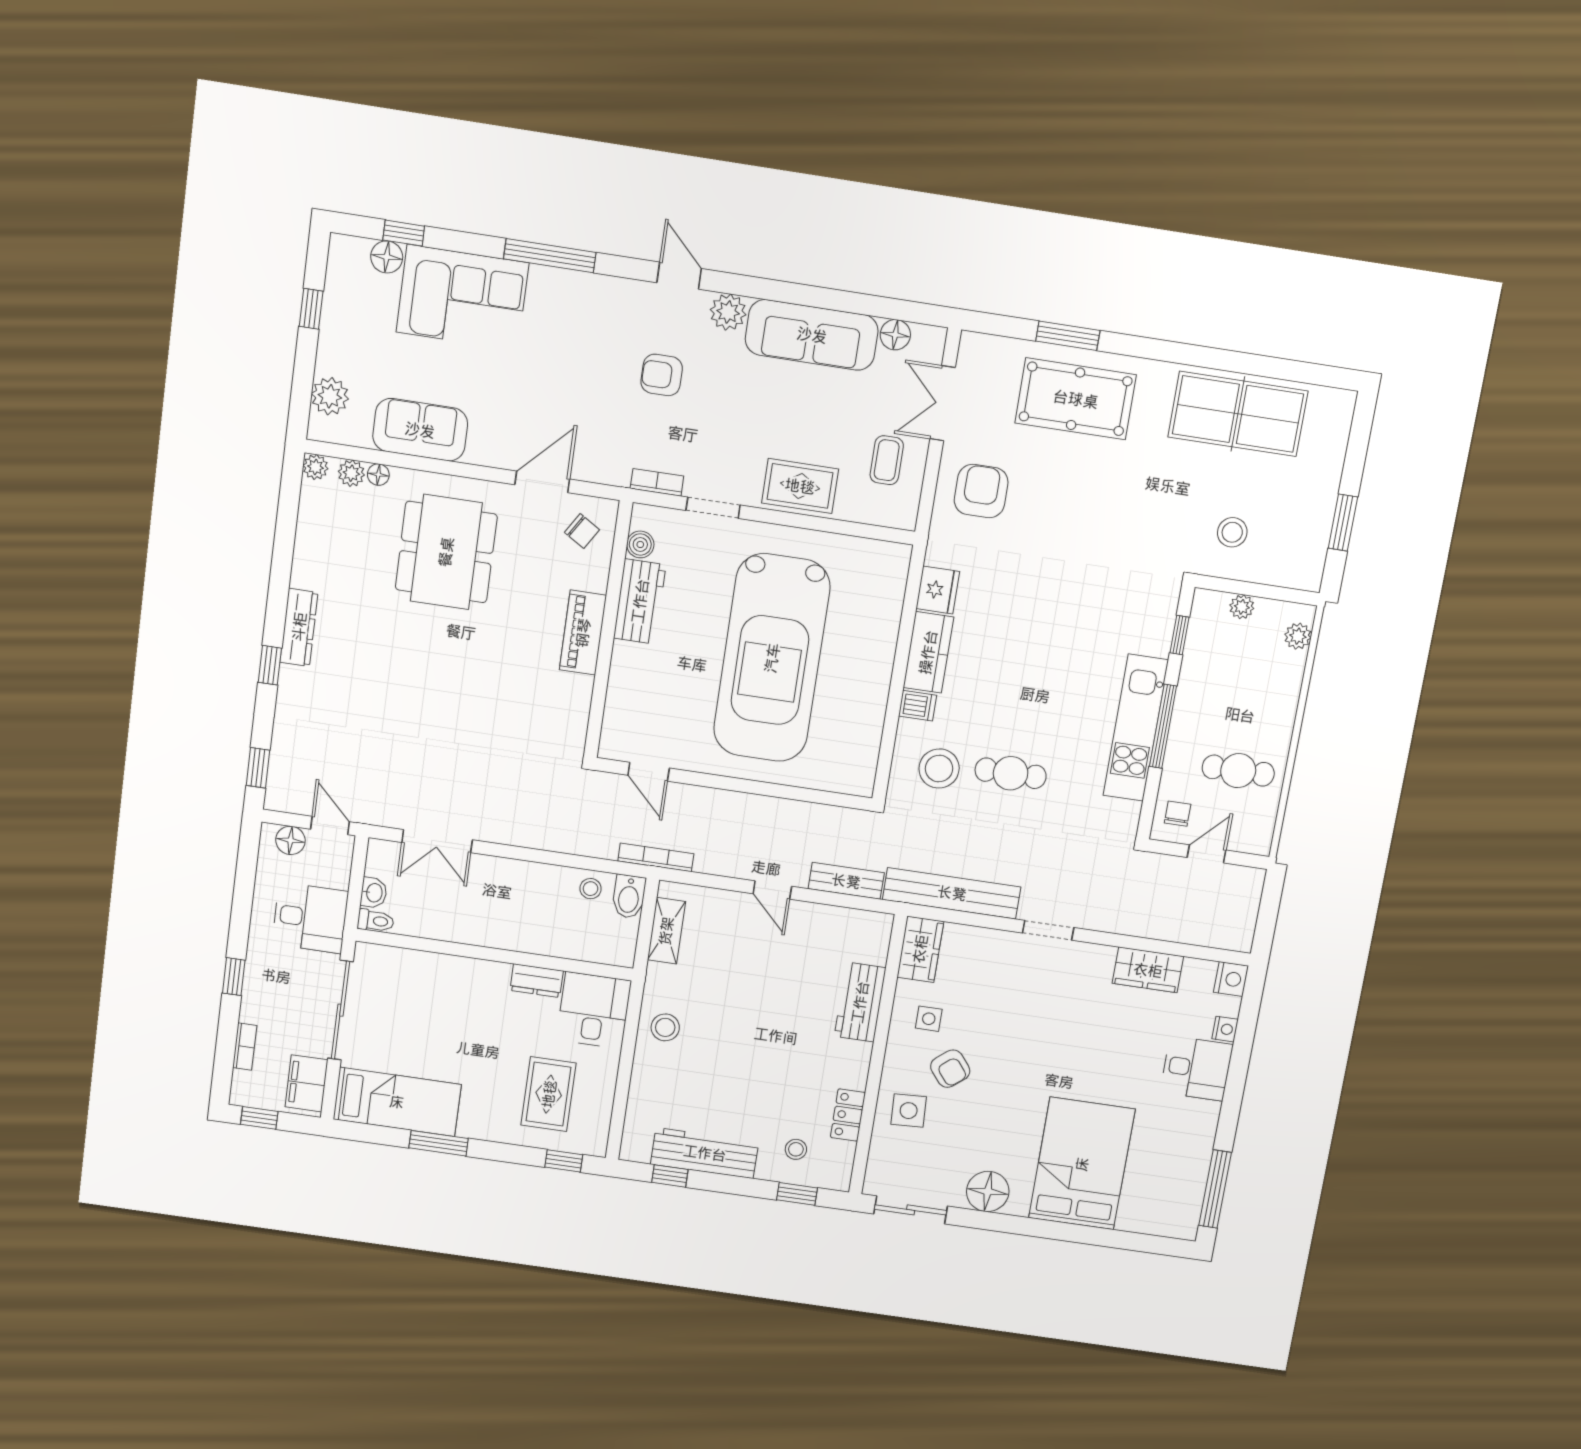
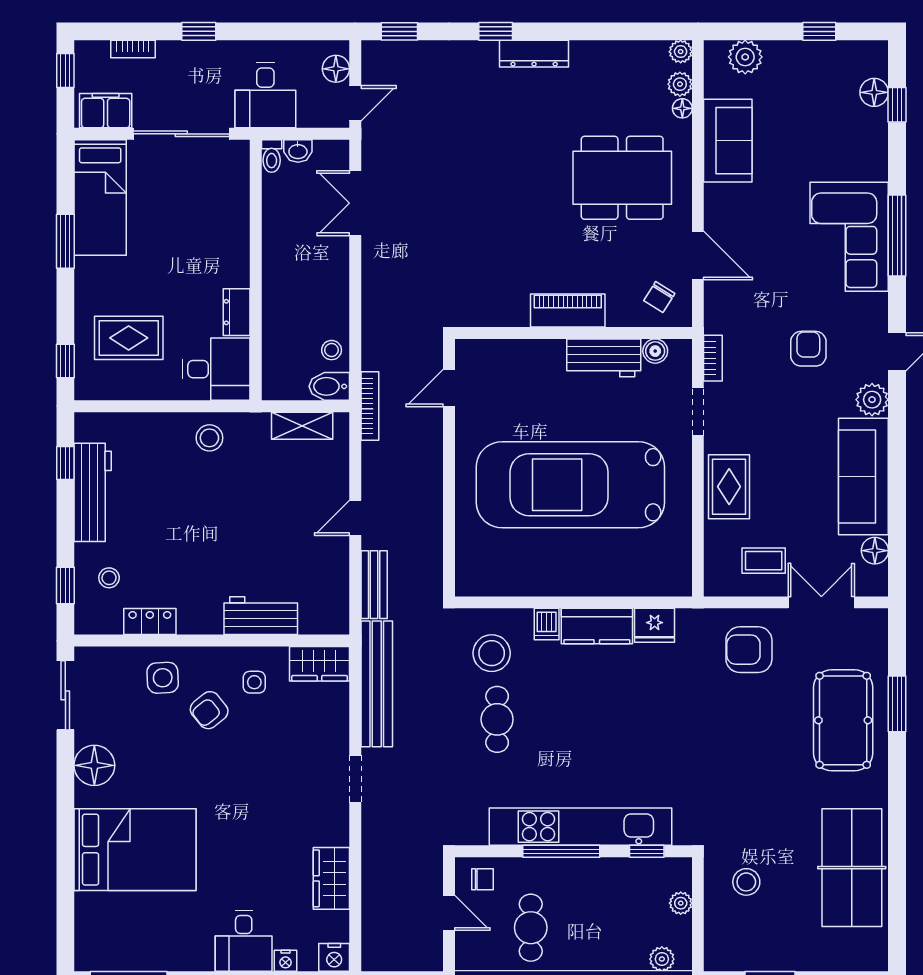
corner sofa: (463, 297) -> (849, 237), moved
armchair: (981, 491) -> (749, 650), turned 180
kitchen unit: (1136, 728) -> (580, 827), width x1.36

